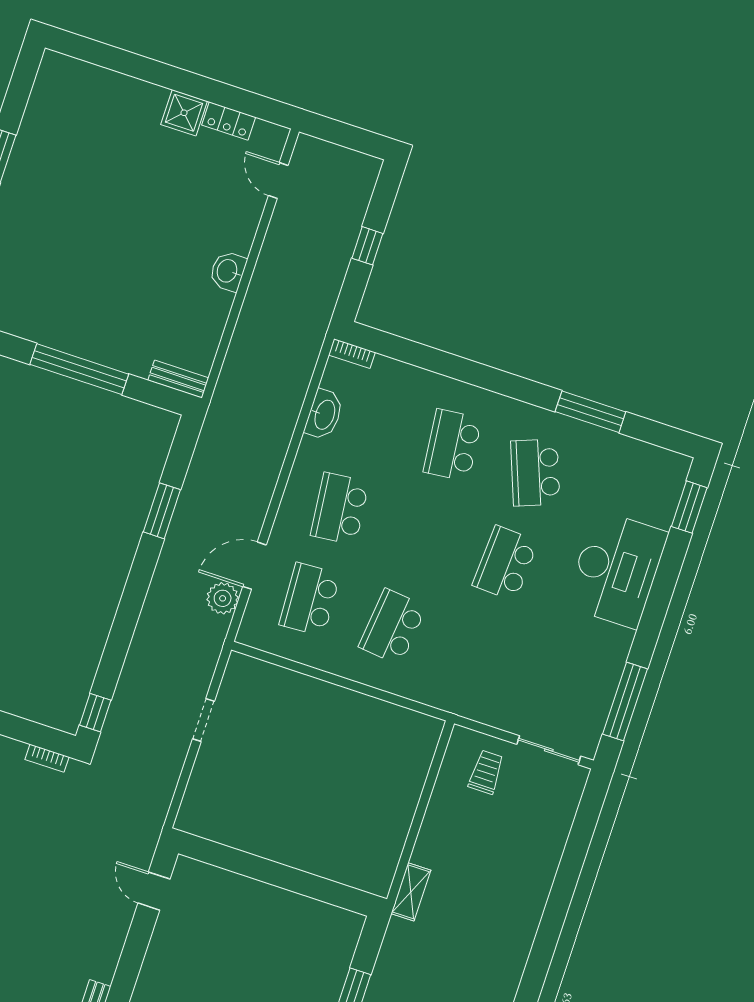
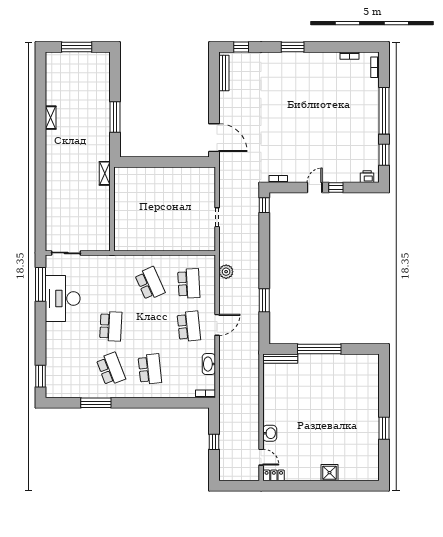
shower: (184, 113) -> (329, 473), moved
locker: (229, 121) -> (274, 475), moved
washbasin: (228, 271) -> (270, 433), moved
bench: (178, 379) -> (280, 359), width x1.36
door: (254, 566) -> (217, 325), moved
desk: (616, 569) -> (63, 298), moved
school desk: (393, 627) -> (150, 283), turned -30
trolley: (486, 772) -> (90, 235), removed
door: (154, 891) -> (214, 138), width x1.88

